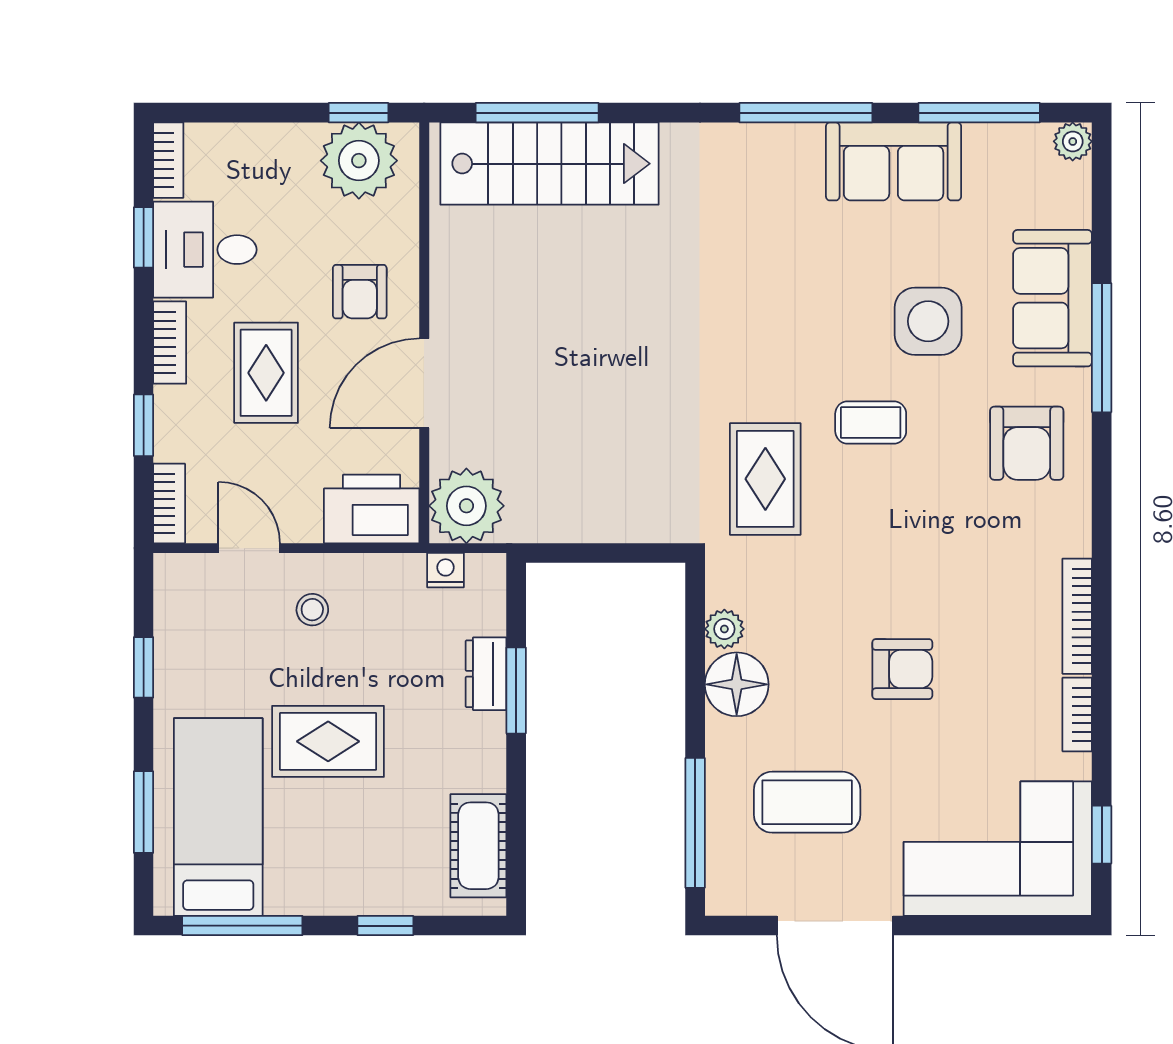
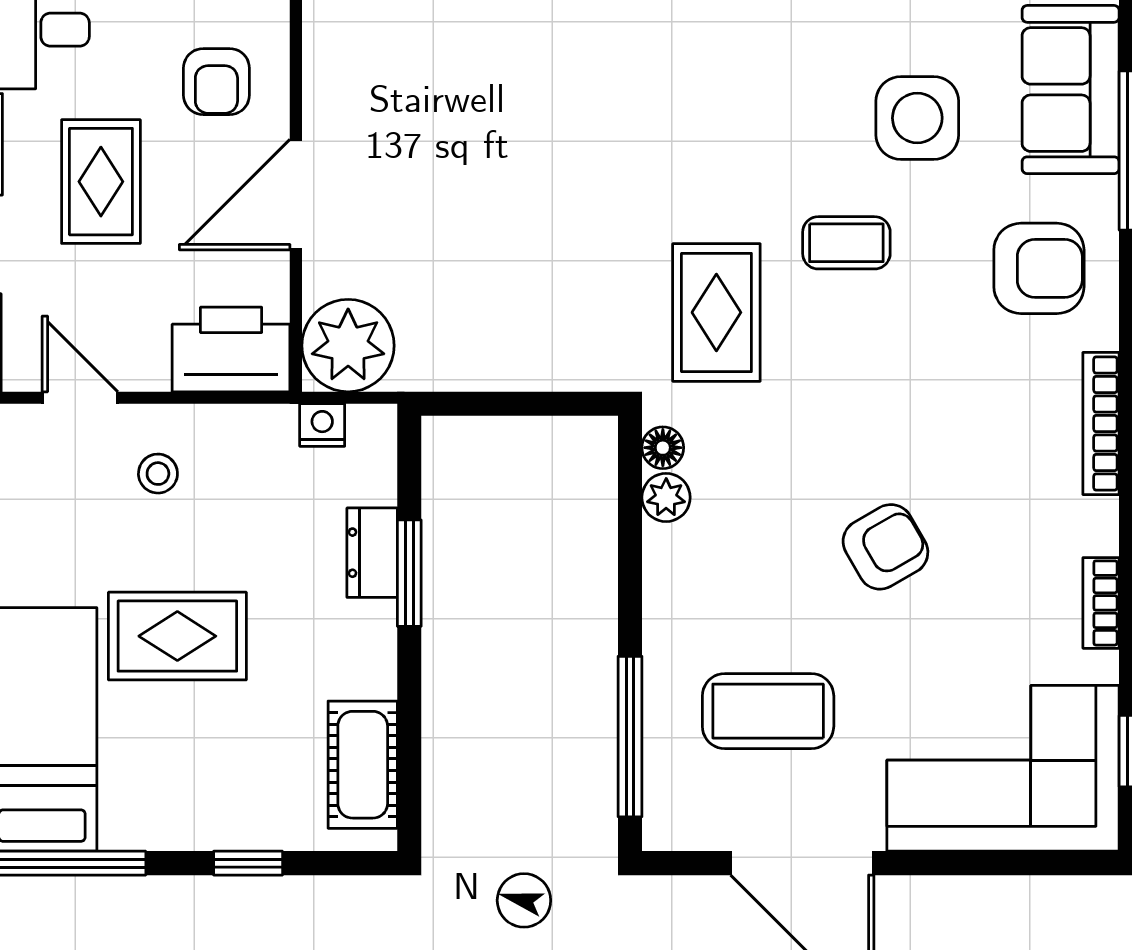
armchair: (1027, 443) -> (1039, 268), turned -90
bookcase: (1077, 616) -> (1101, 423), moved
armchair: (902, 669) -> (885, 547), turned -30
floor lamp: (737, 684) -> (663, 448), moved, width x0.53, depth x0.53

